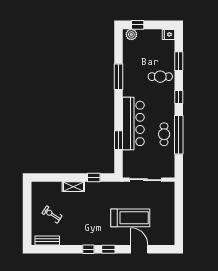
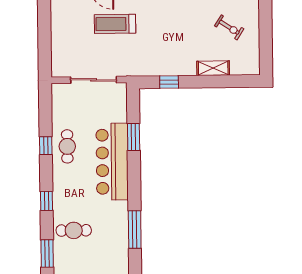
window: (179, 135) -> (46, 146), width x0.32
shelving: (73, 187) -> (213, 68), moved
treadmill: (130, 218) -> (115, 24), width x0.73, depth x0.73

